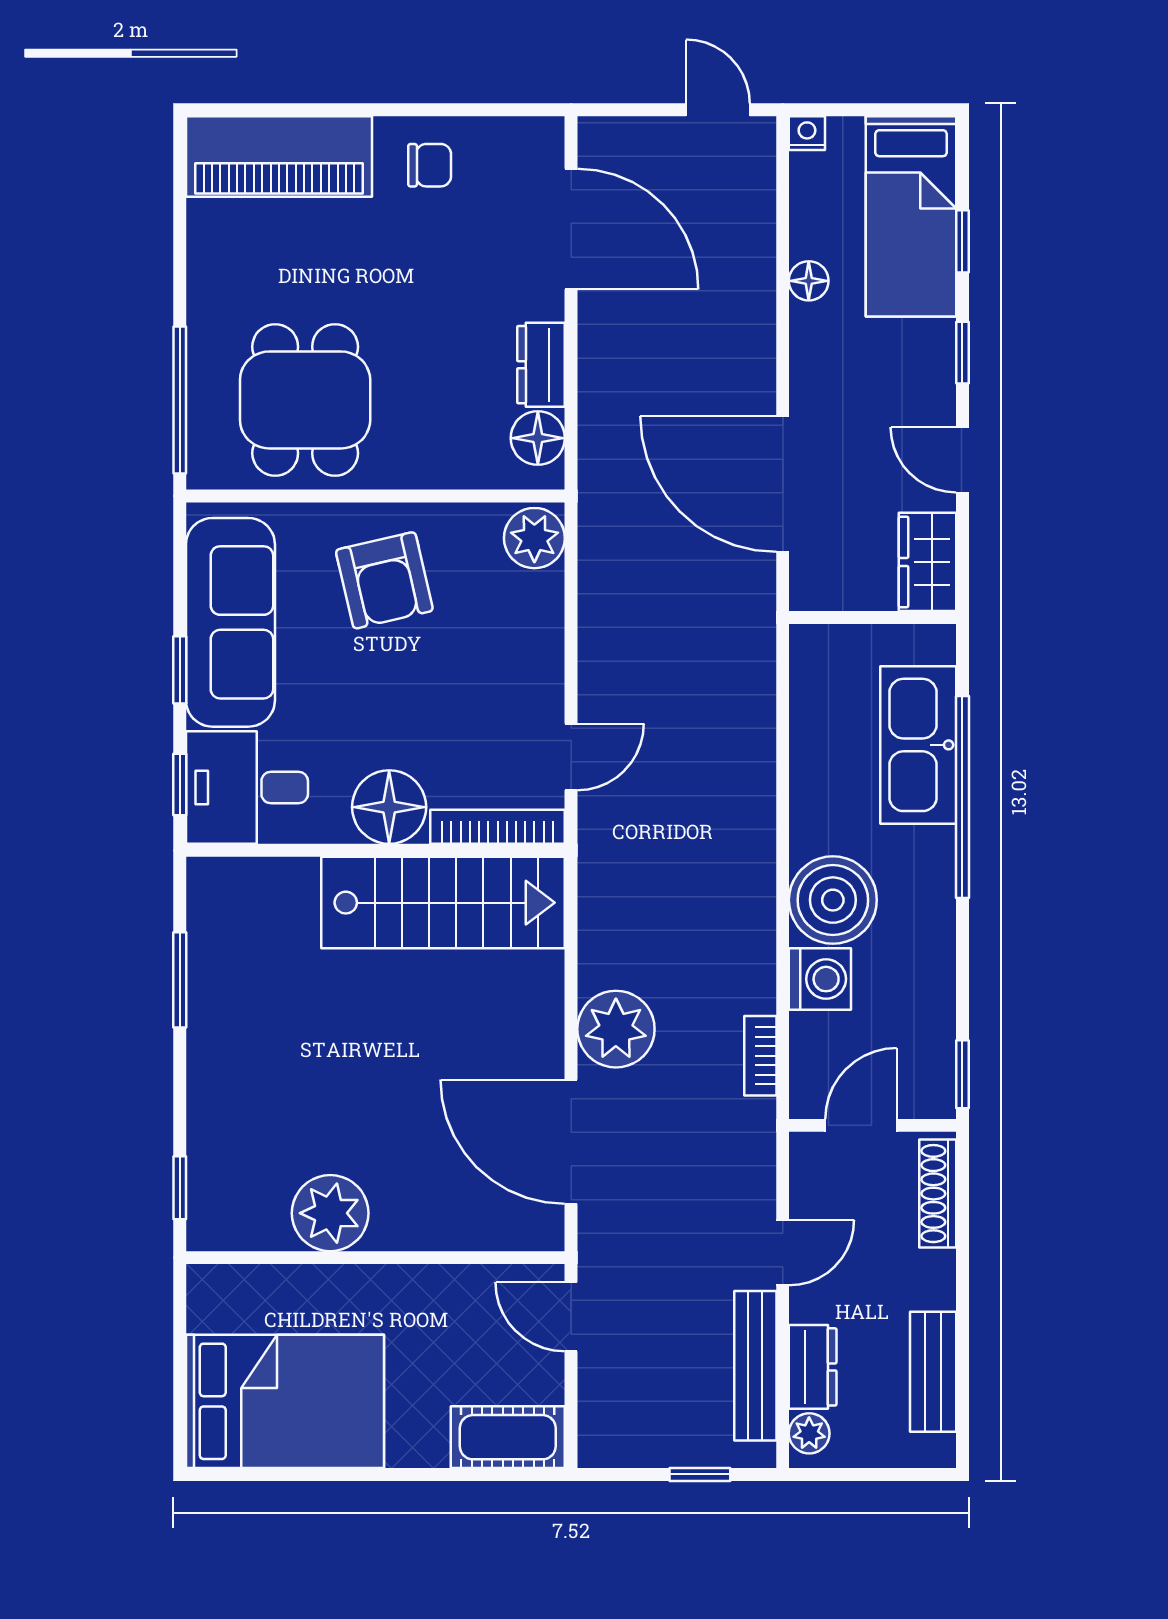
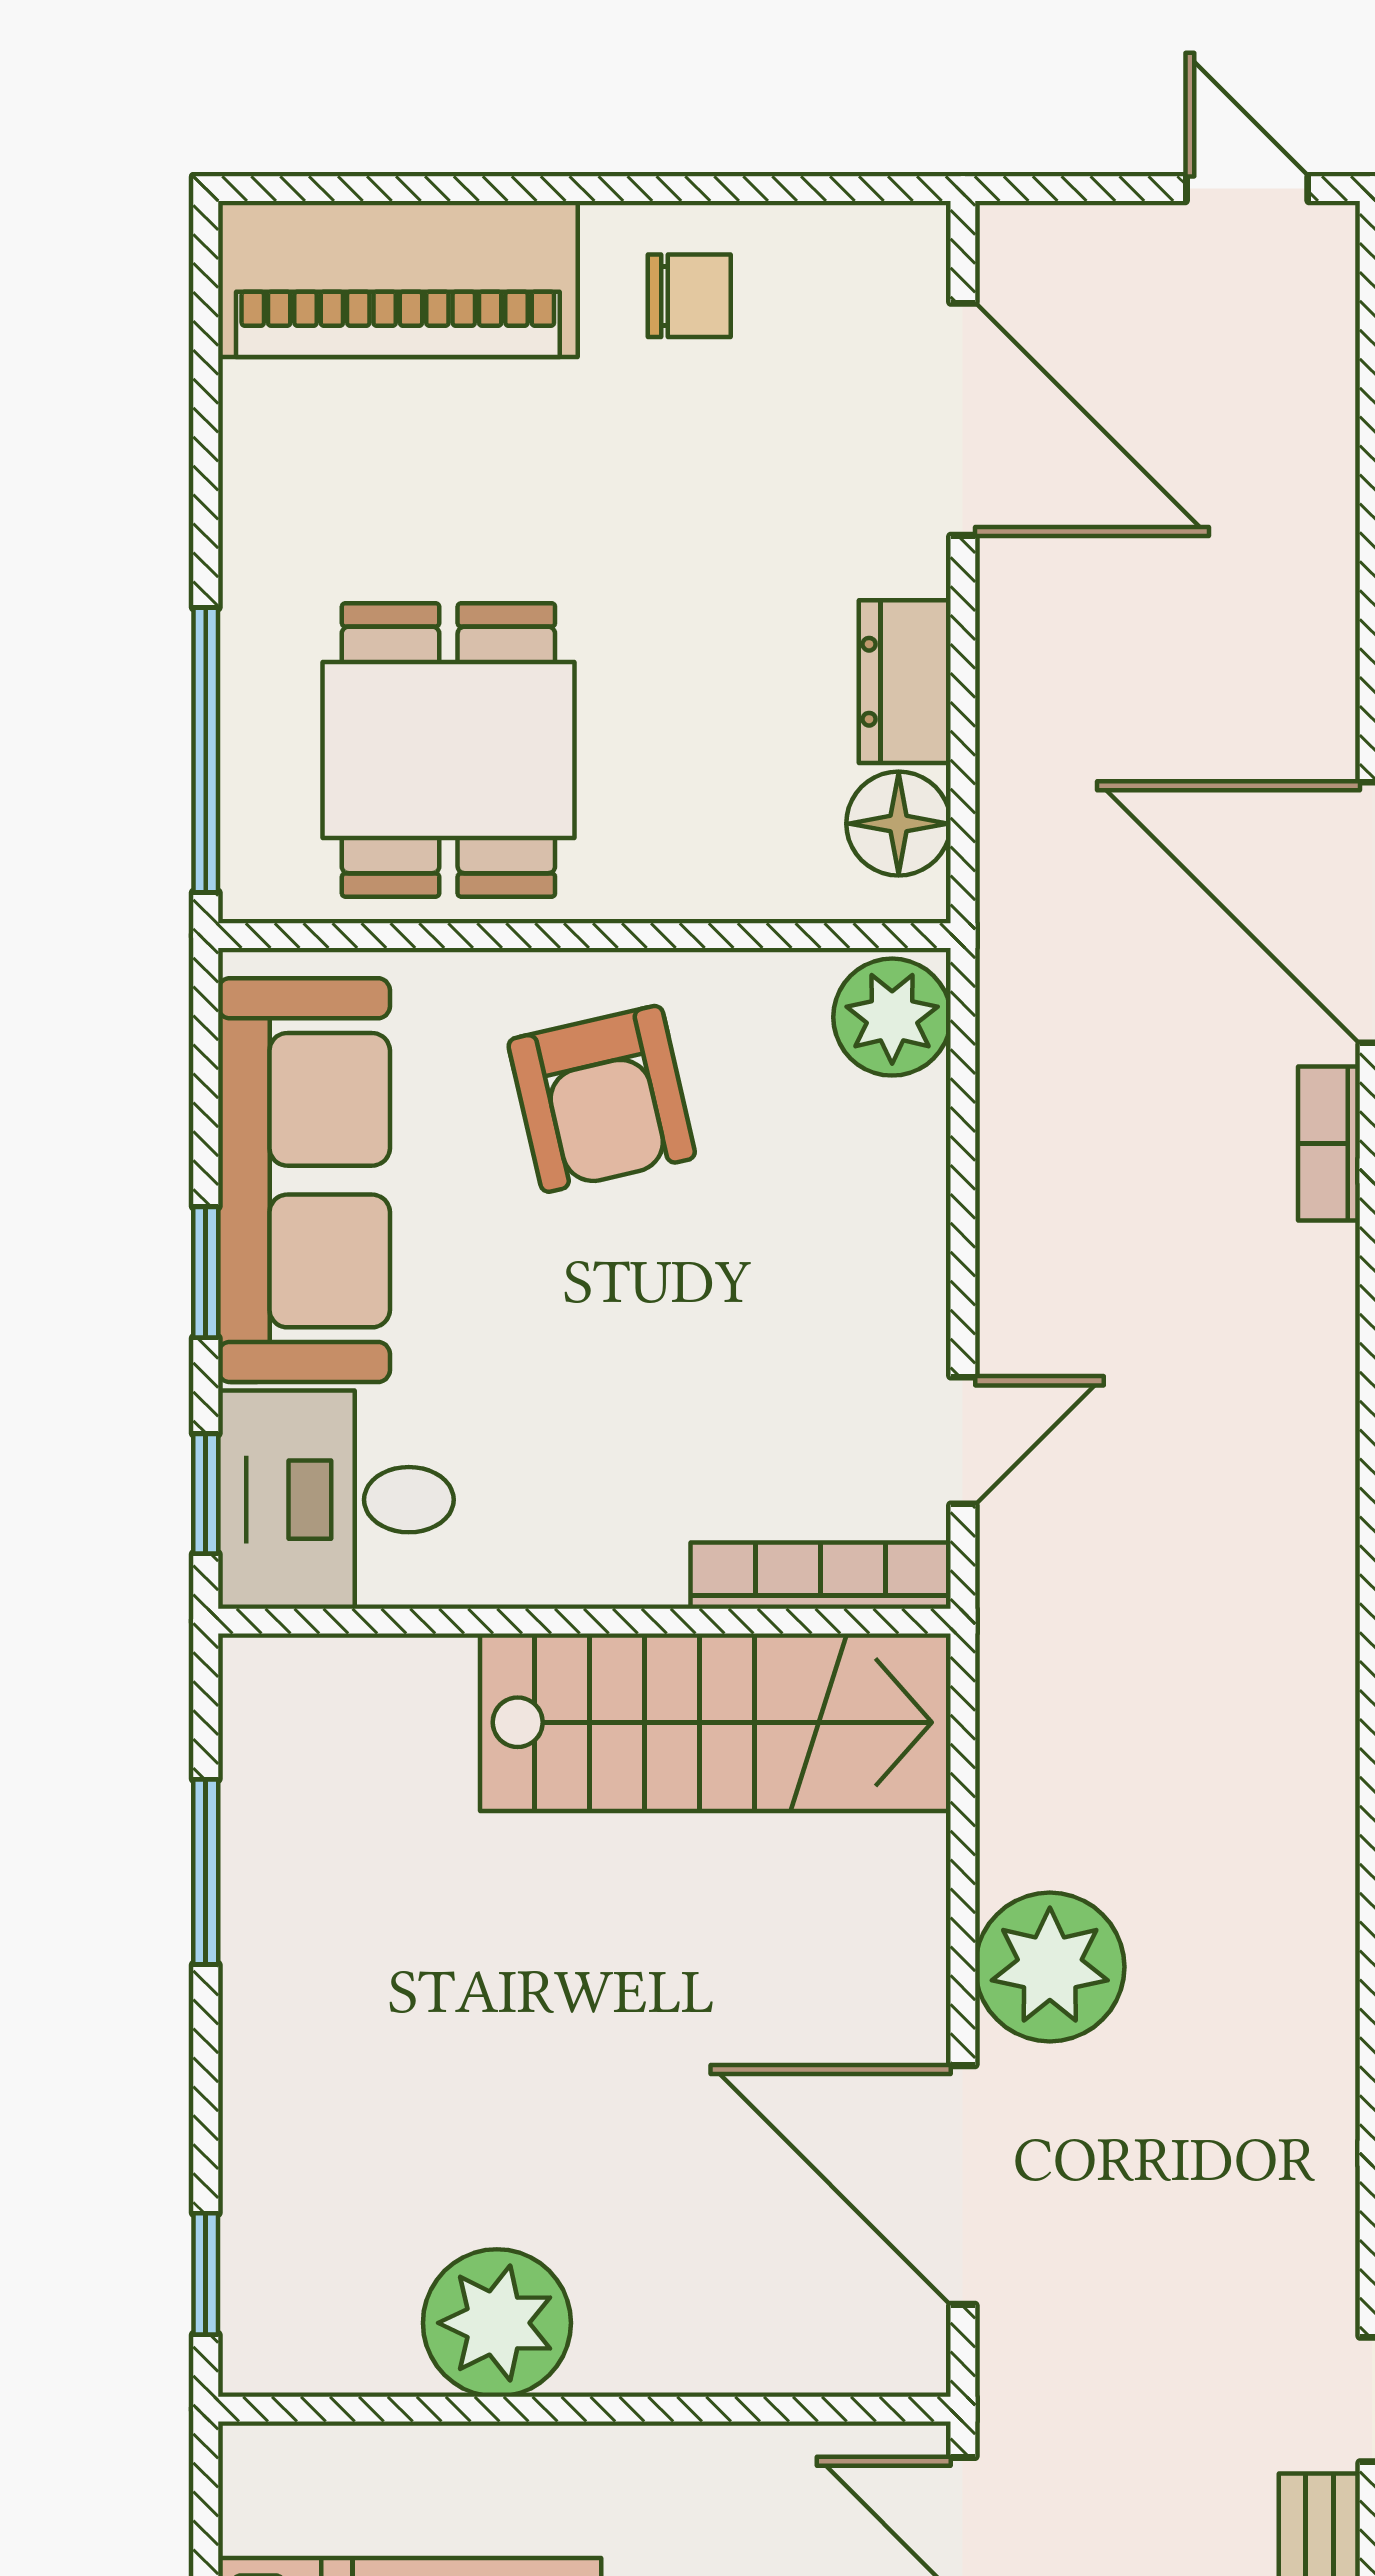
floor lamp: (389, 807) -> (611, 1537), removed
bookcase: (760, 1056) -> (1329, 1144), moved

